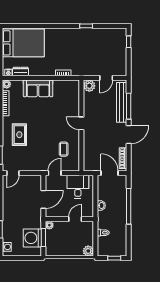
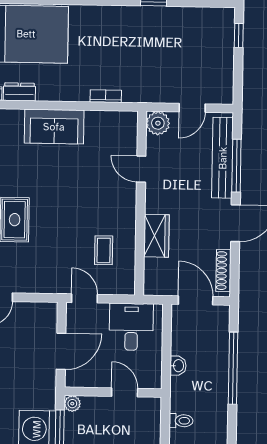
door: (81, 123) -> (141, 169), moved
wardrobe: (90, 141) -> (156, 236), added
door: (55, 173) -> (85, 298), hinge flipped
door: (75, 219) -> (125, 392), hinge flipped

